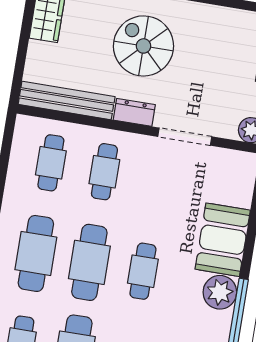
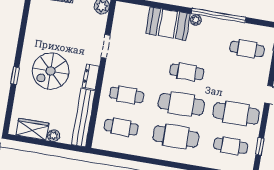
plant: (37, 51) -> (54, 136), added
doorway: (185, 137) -> (106, 46), width x0.73
plant: (220, 292) -> (196, 20), width x0.53, depth x0.53

